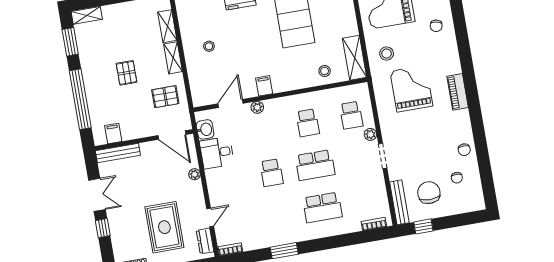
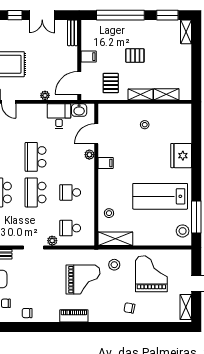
door: (231, 103) -> (96, 134), swing flipped
filing cabinet: (113, 133) -> (89, 57), moved
bench: (118, 153) -> (72, 33), width x0.73
school desk: (272, 173) -> (36, 157), width x1.85

